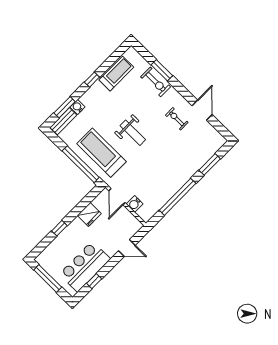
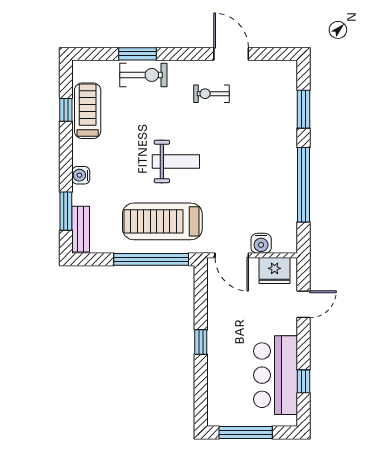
window: (92, 80) -> (66, 110), moved
water cooler: (78, 107) -> (81, 175), moved
fridge: (89, 214) -> (275, 271), moved, turned 90
window: (59, 228) -> (201, 342), moved

